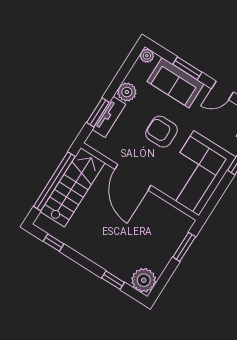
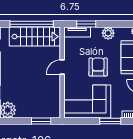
tv unit: (109, 117) -> (77, 32), moved
door: (133, 177) -> (62, 67), width x0.53

